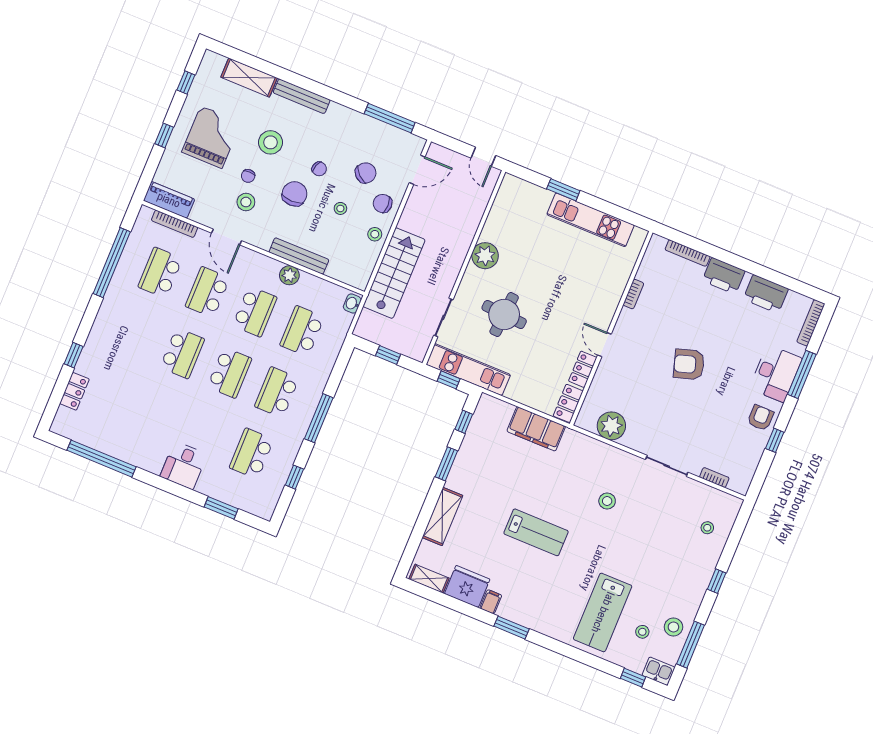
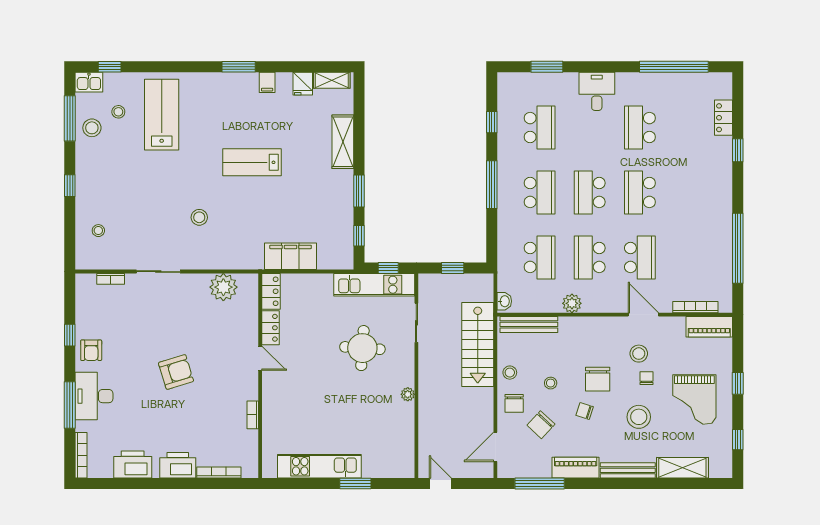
piano: (350, 119) -> (576, 468), added
chair: (383, 203) -> (514, 403), turned 90
bench: (299, 256) -> (529, 324), moved
plant: (485, 256) -> (408, 394), width x0.53, depth x0.53
school desk: (160, 273) -> (640, 128), moved, turned 180
fridge: (467, 586) -> (303, 84), width x0.53, depth x0.75

